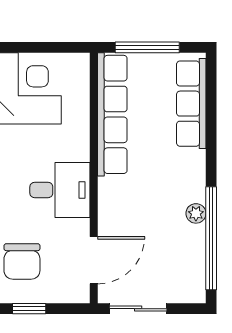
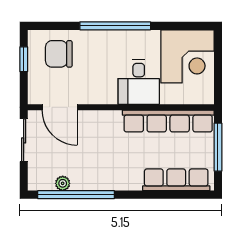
desk: (60, 190) -> (139, 82), moved
plant: (196, 213) -> (63, 183), moved

